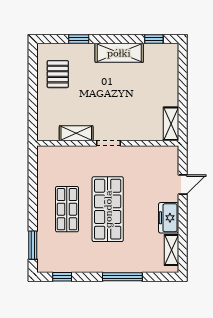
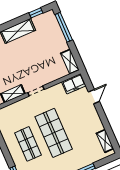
window: (183, 74) -> (64, 27), added
freezer: (169, 218) -> (74, 84), moved, turned -90

